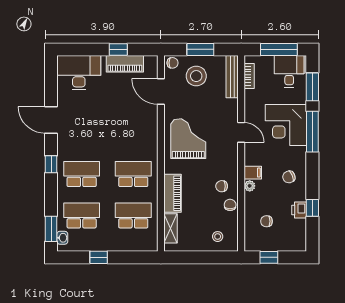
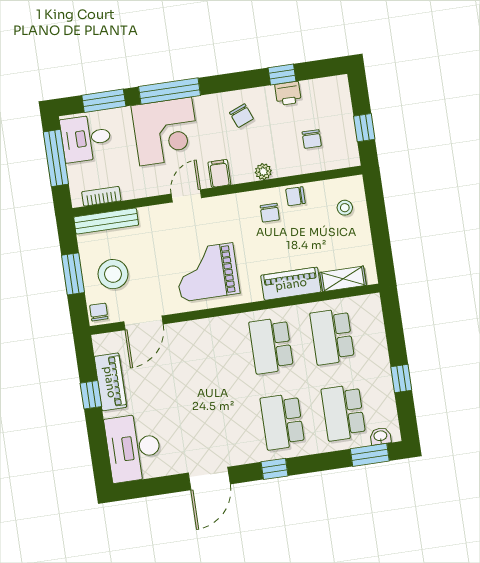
filing cabinet: (253, 173) -> (219, 173), moved

